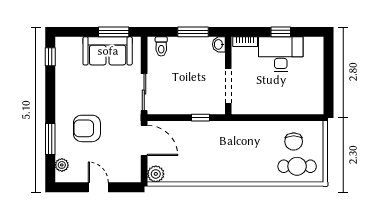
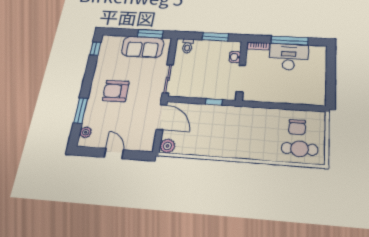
window: (281, 32) -> (289, 40), width x2.17
washbasin: (219, 44) -> (235, 57), moved
armchair: (87, 128) -> (116, 91), moved

